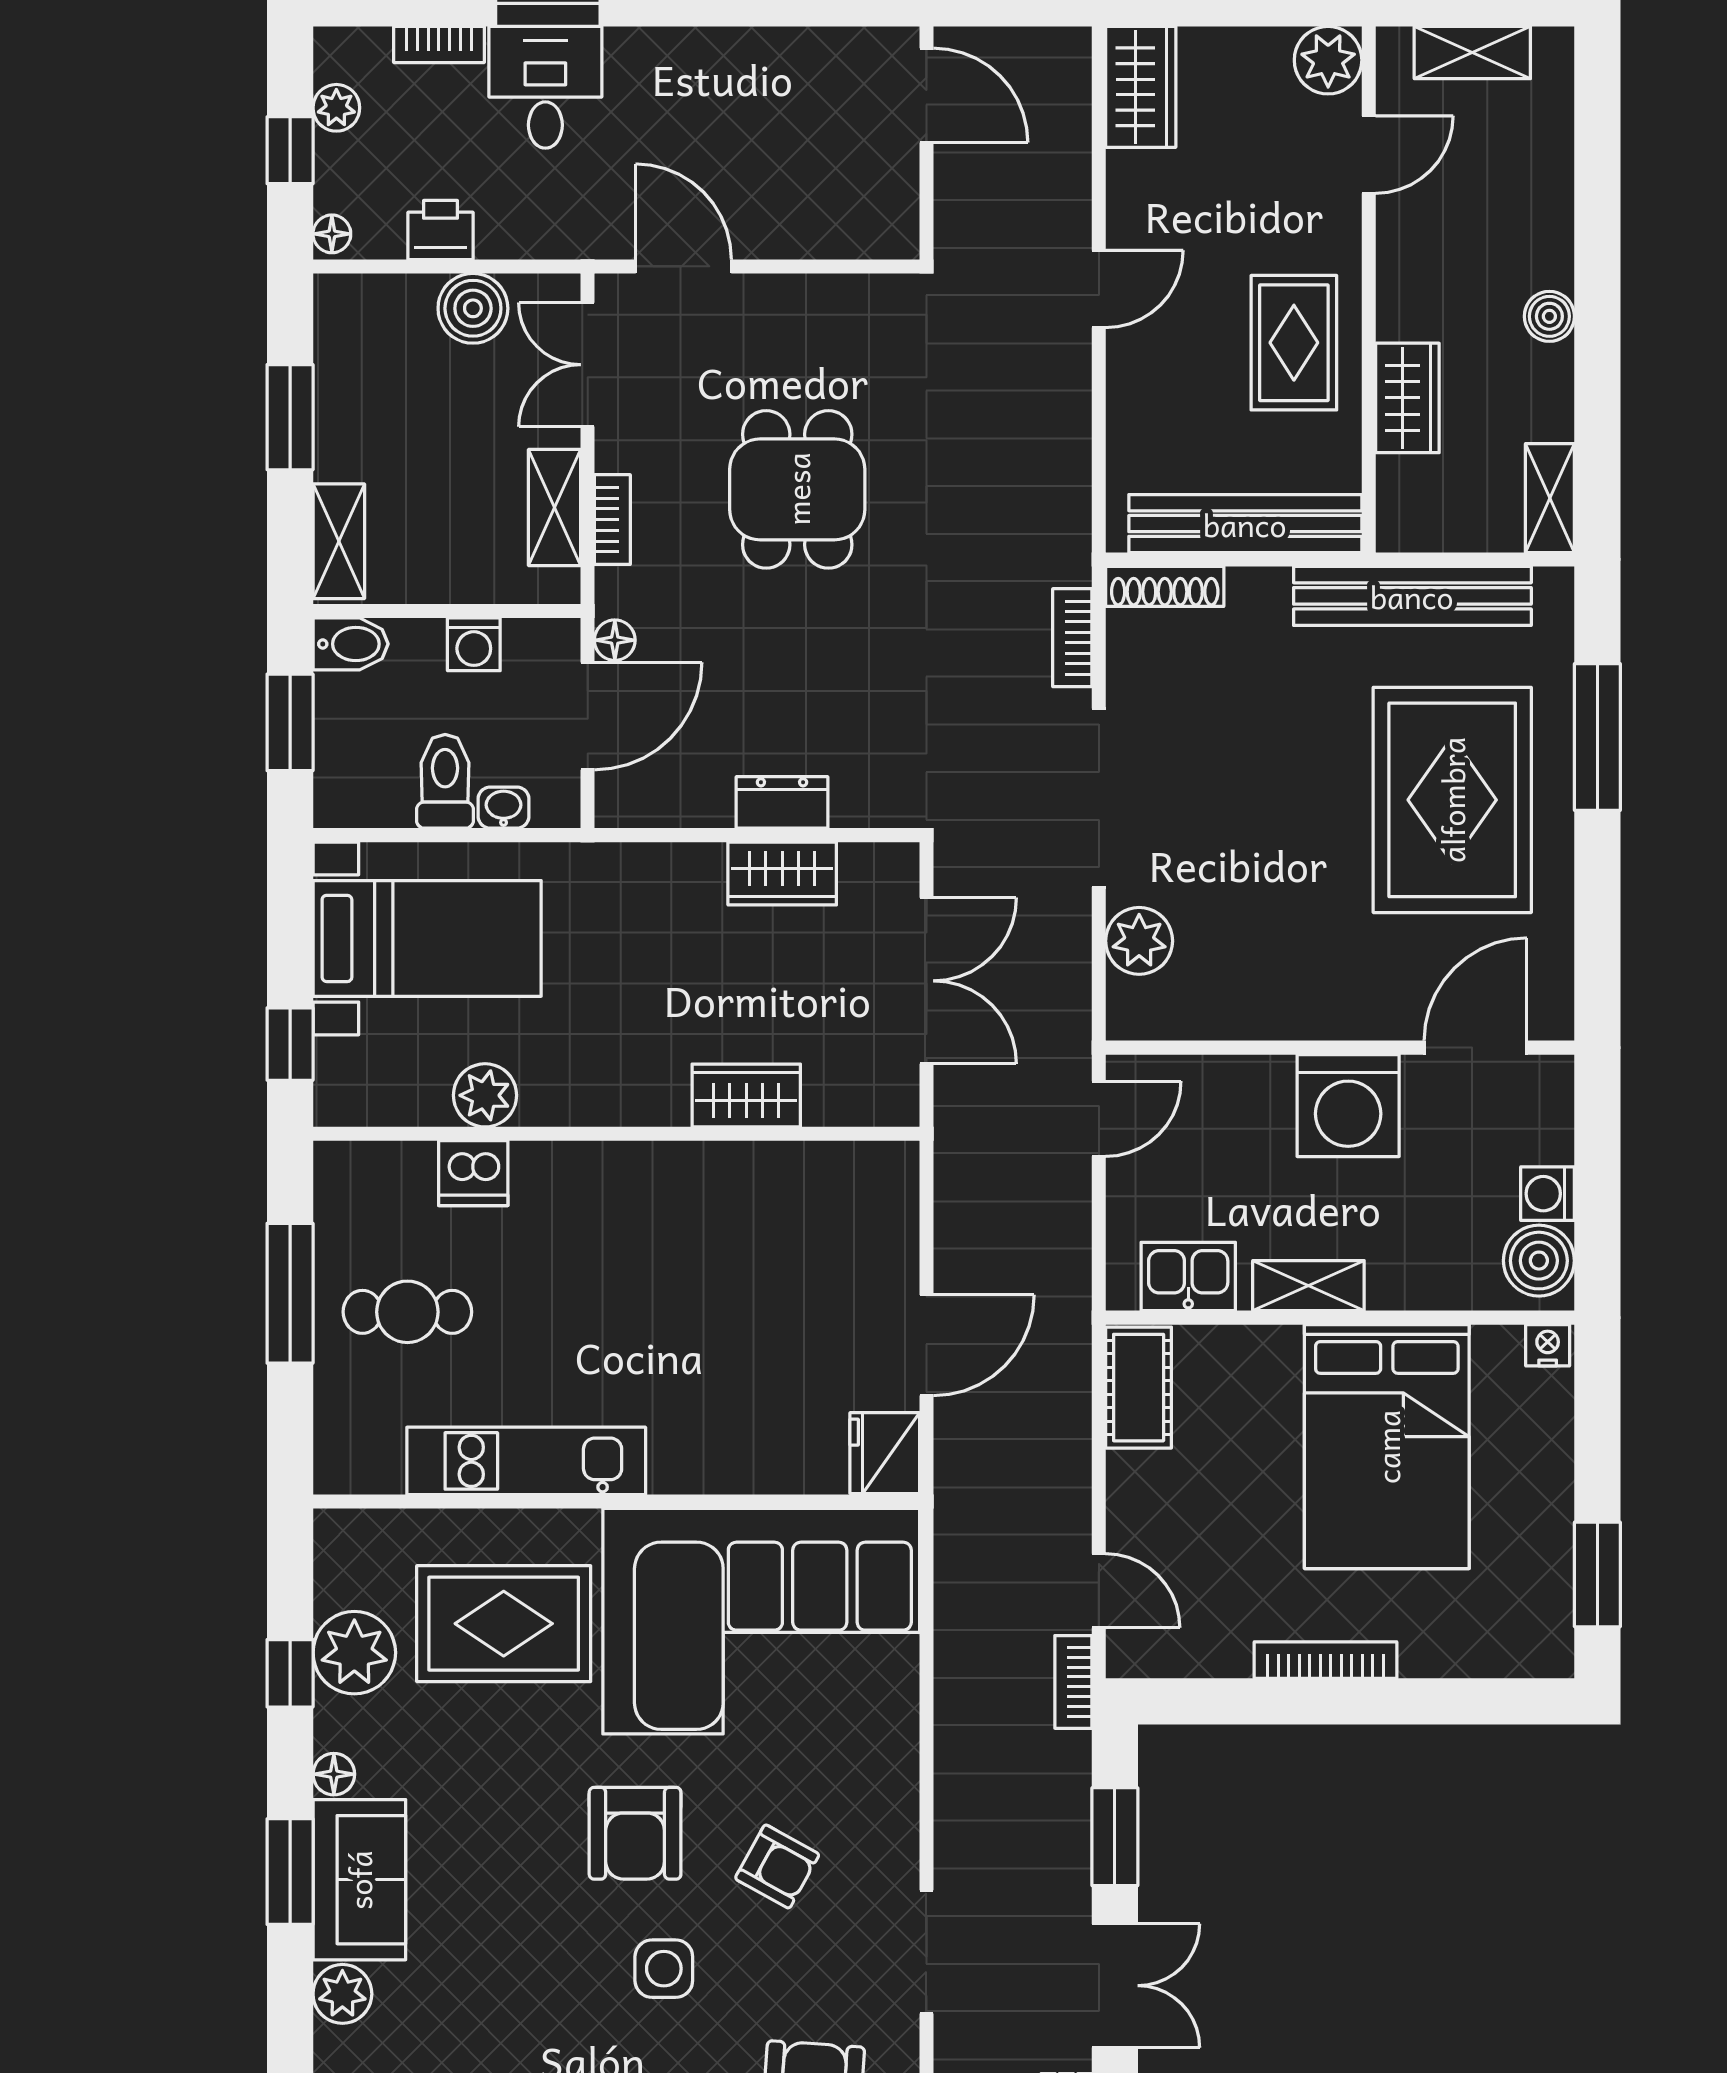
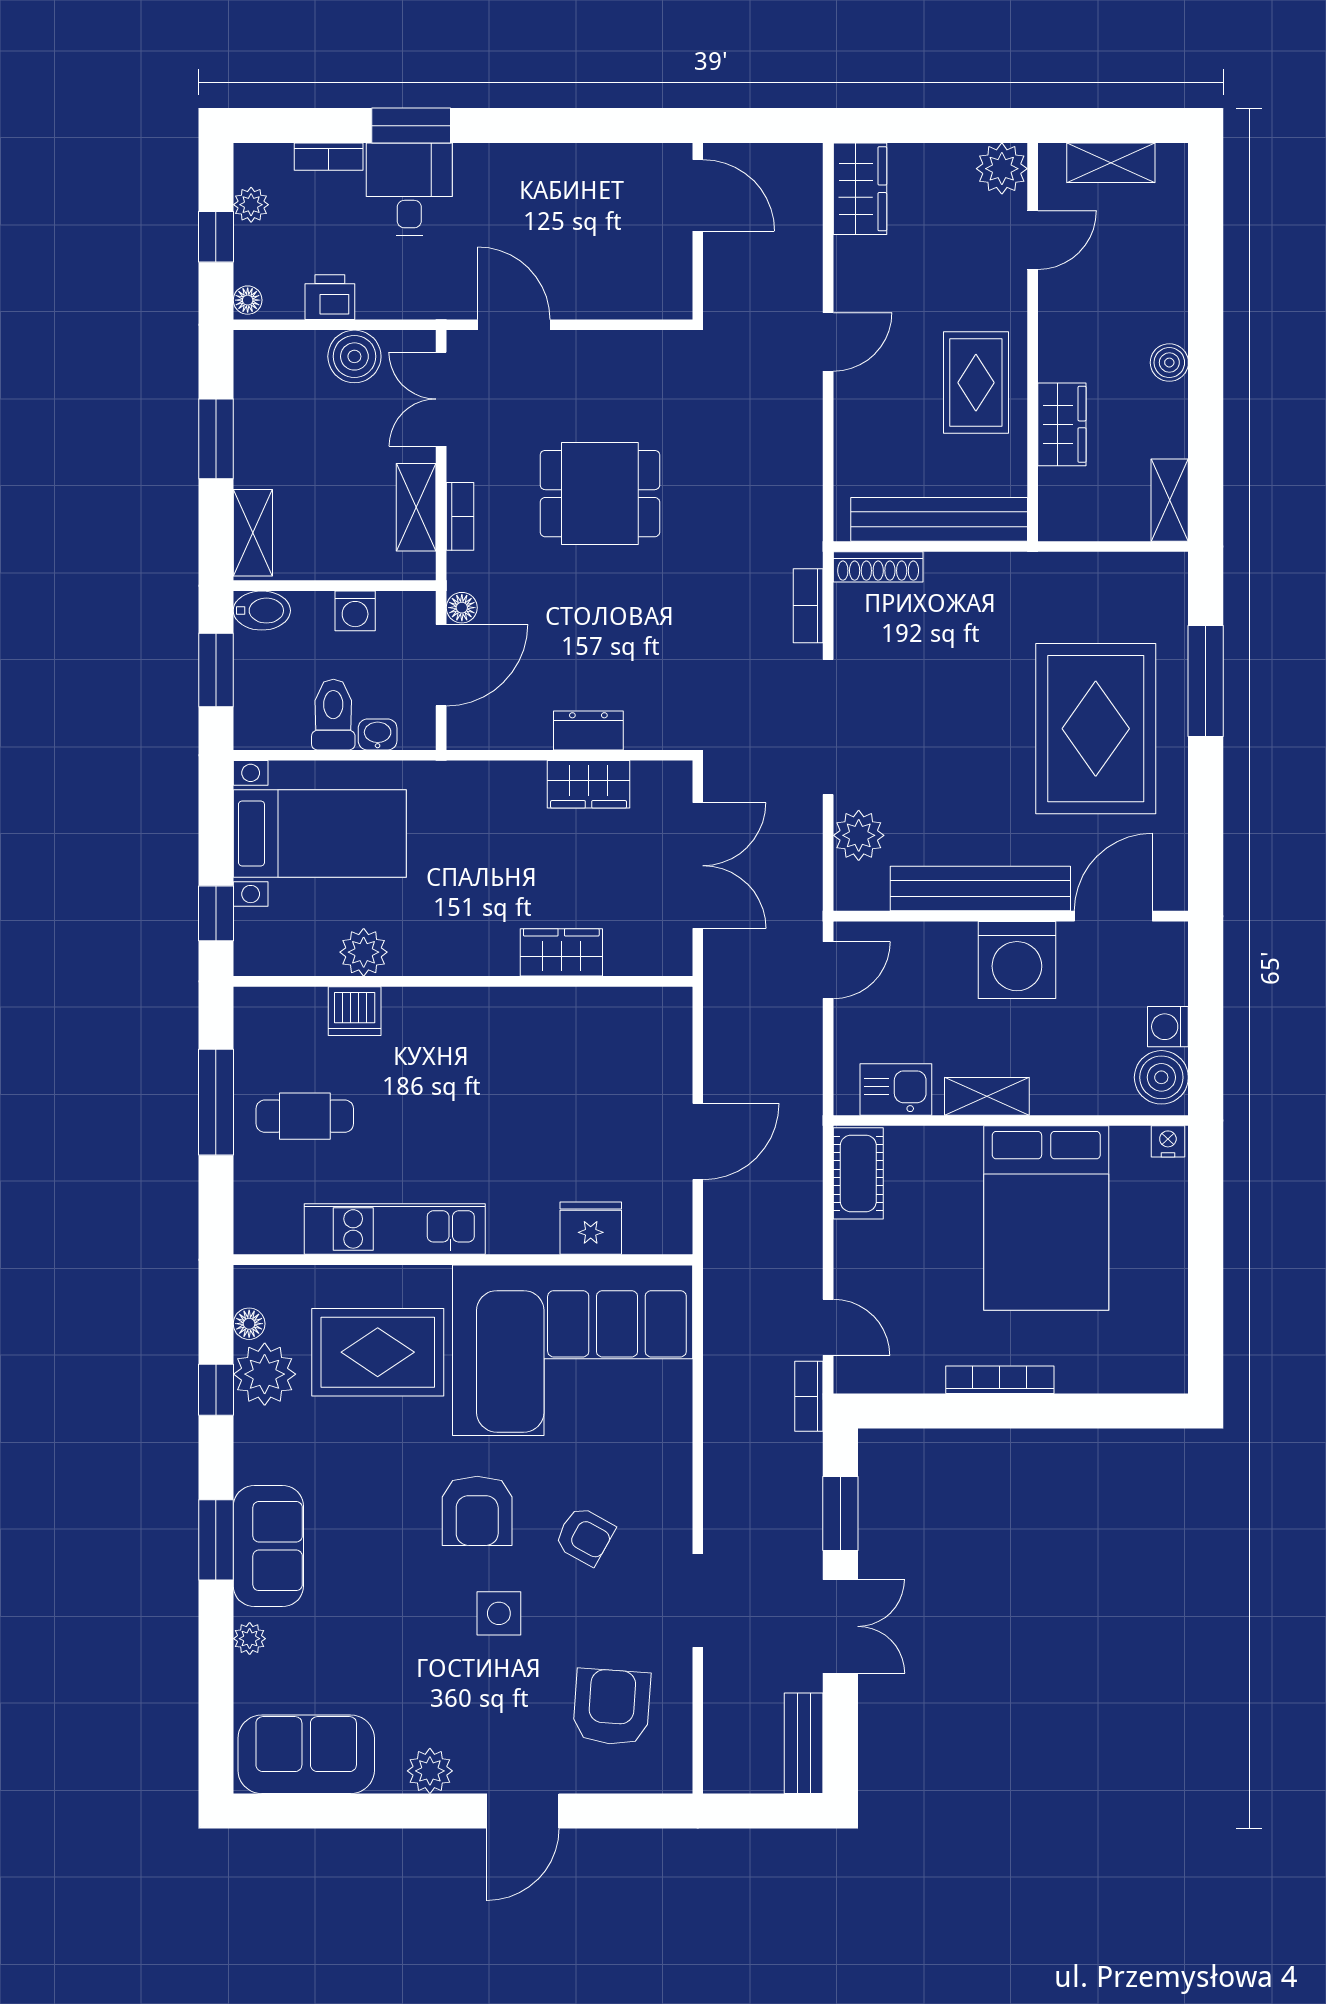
dining table: (797, 489) -> (600, 494), turned 90
bench: (1412, 596) -> (980, 889), moved
fridge: (885, 1453) -> (591, 1228), moved, turned 90
window: (1597, 1574) -> (1206, 1315), removed
floor lamp: (334, 1774) -> (249, 1324), moved
plant: (342, 1994) -> (250, 1639), width x0.73, depth x0.73

